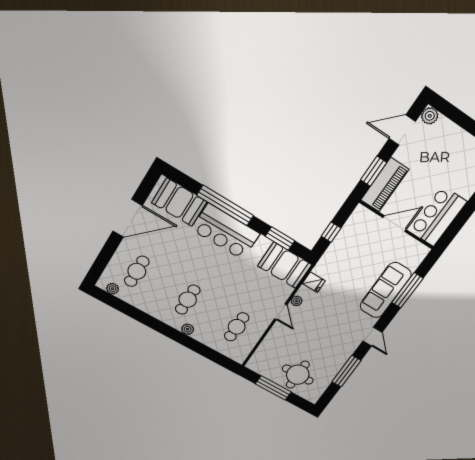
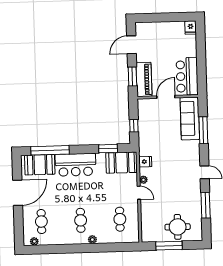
plant: (430, 116) -> (140, 28), removed
window: (225, 206) -> (50, 150), moved
sofa: (386, 290) -> (190, 119), moved

